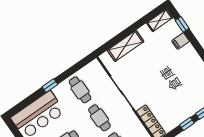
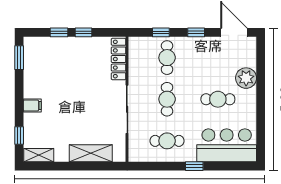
filing cabinet: (181, 41) -> (32, 106), moved
cafe table: (80, 90) -> (167, 141), turned 90

